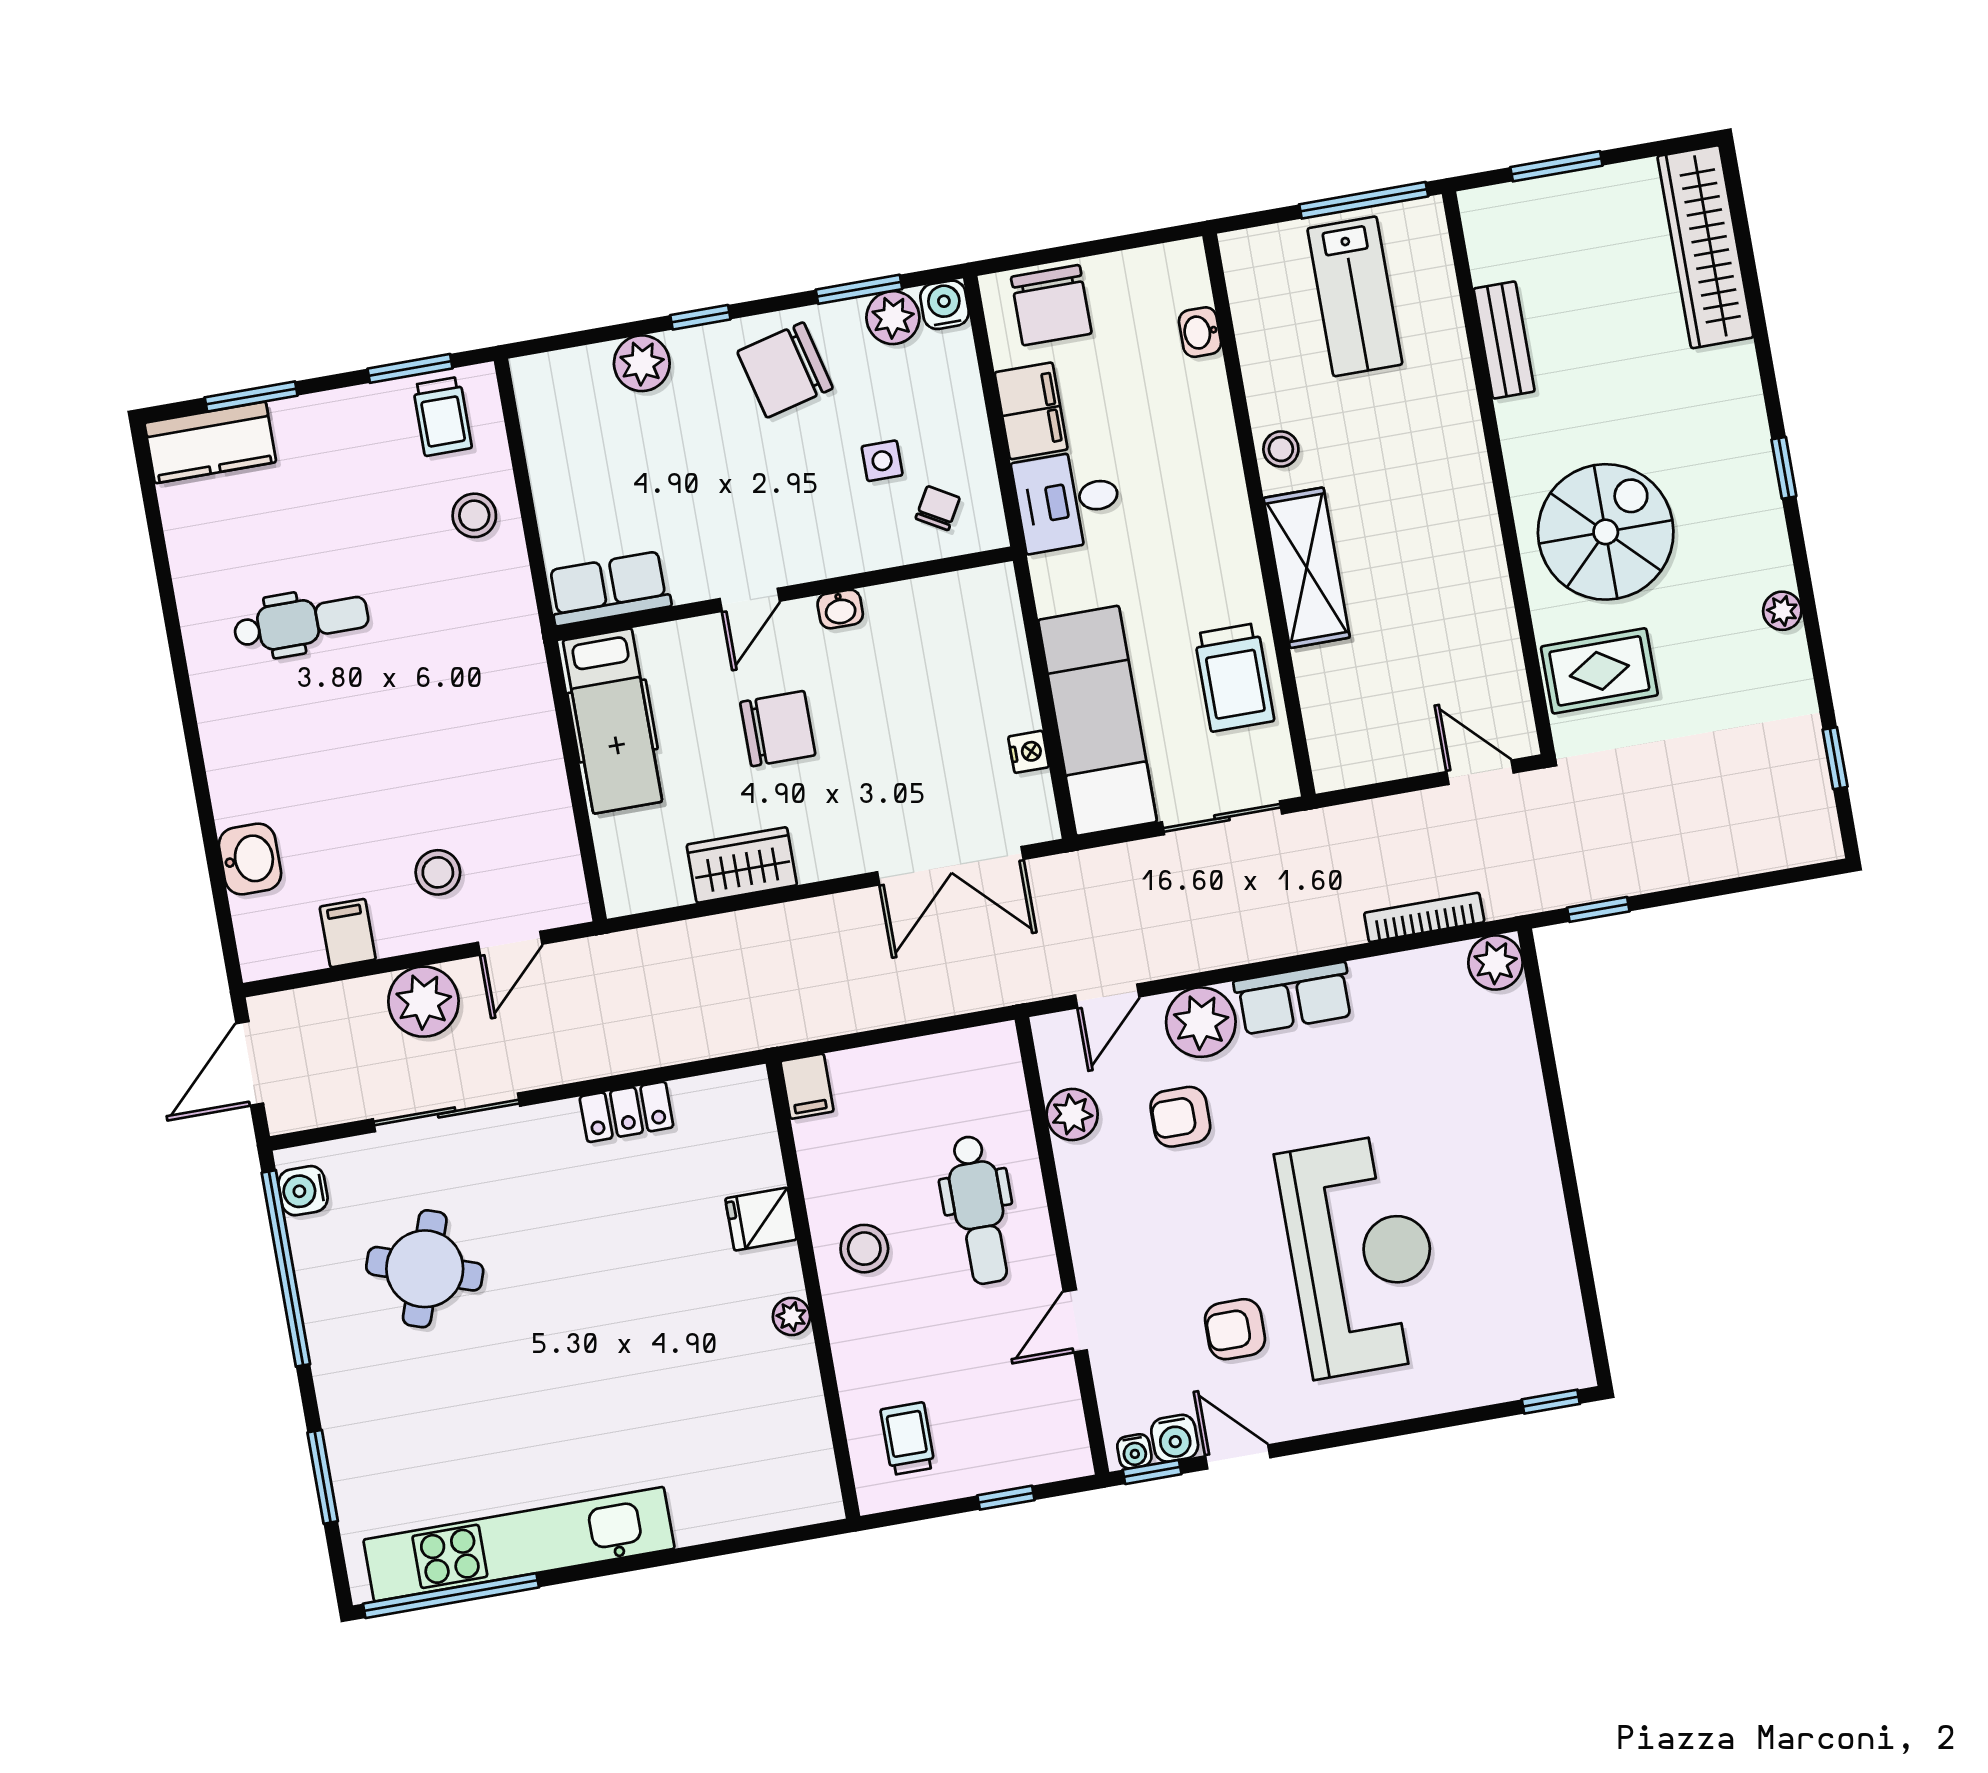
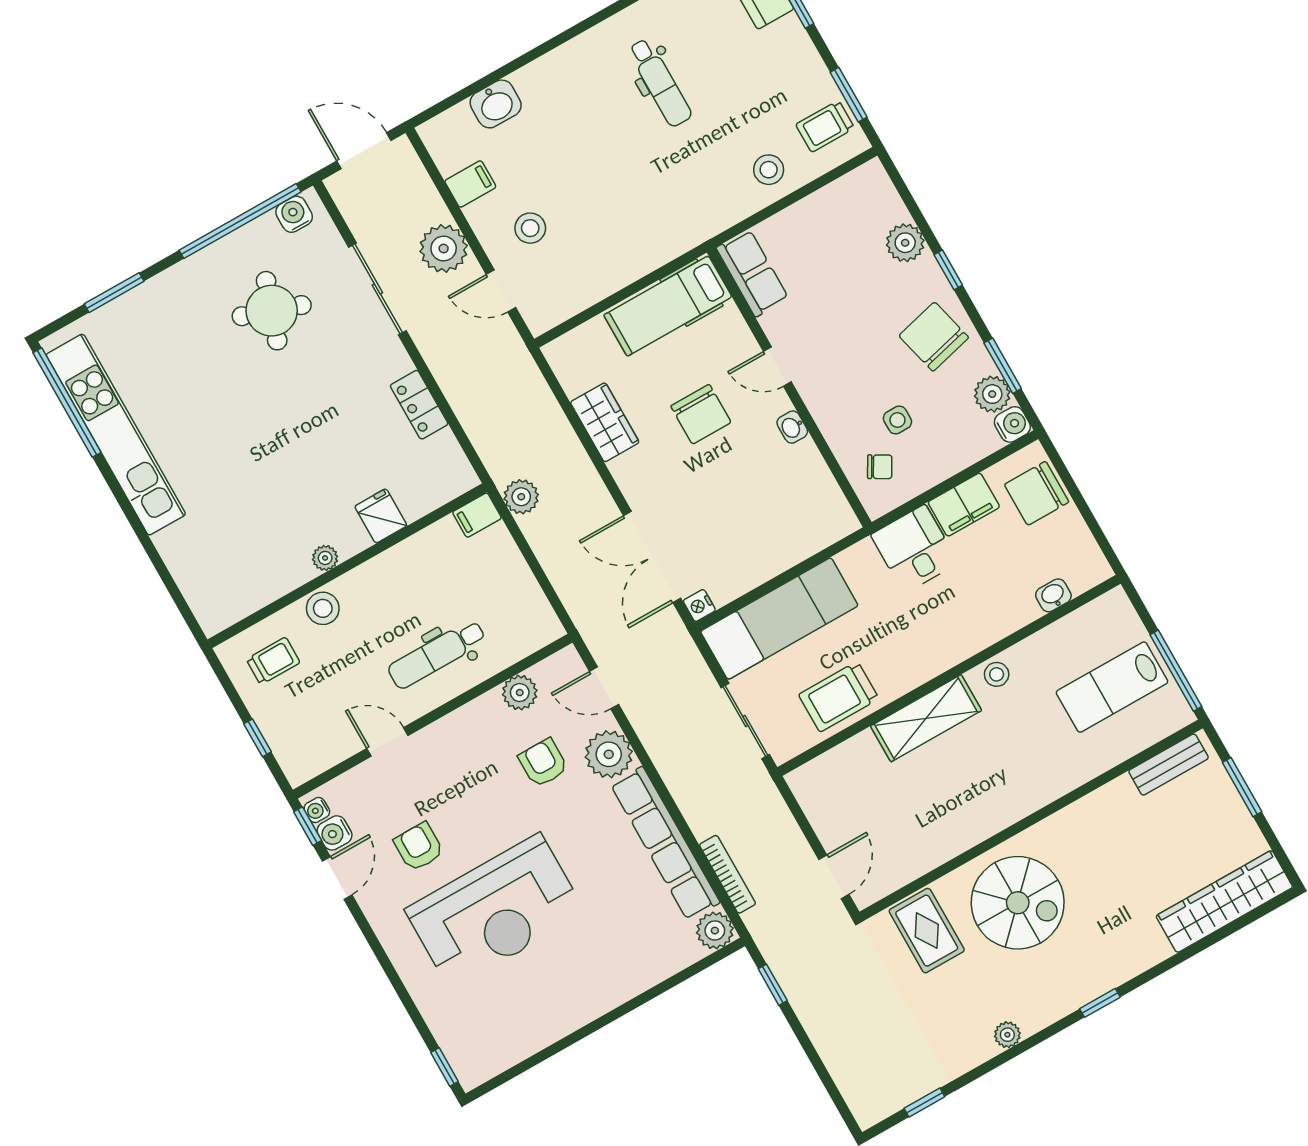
bench: (1504, 340) -> (1169, 765), moved
nightstand: (1029, 752) -> (699, 606), moved, turned 90
row of seats: (1294, 998) -> (665, 843), width x2.02
plant: (803, 1016) -> (521, 497), added
stool: (864, 1249) -> (323, 608), moved

